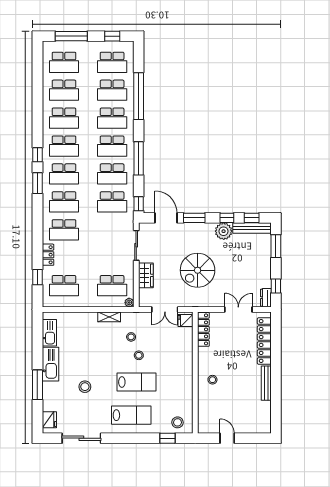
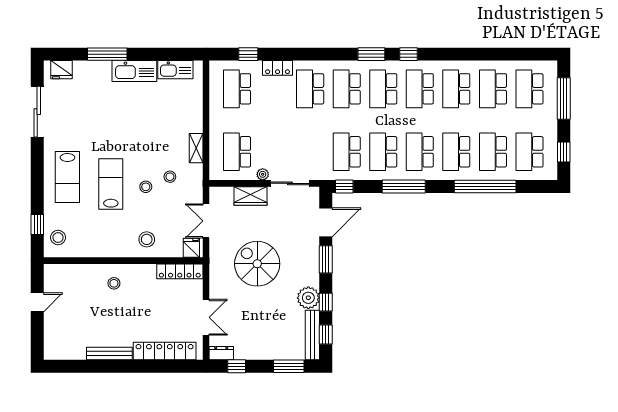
plant: (129, 302) -> (263, 174), moved
lab bench: (137, 382) -> (111, 184), turned 180
stool: (85, 387) -> (147, 239), moved

